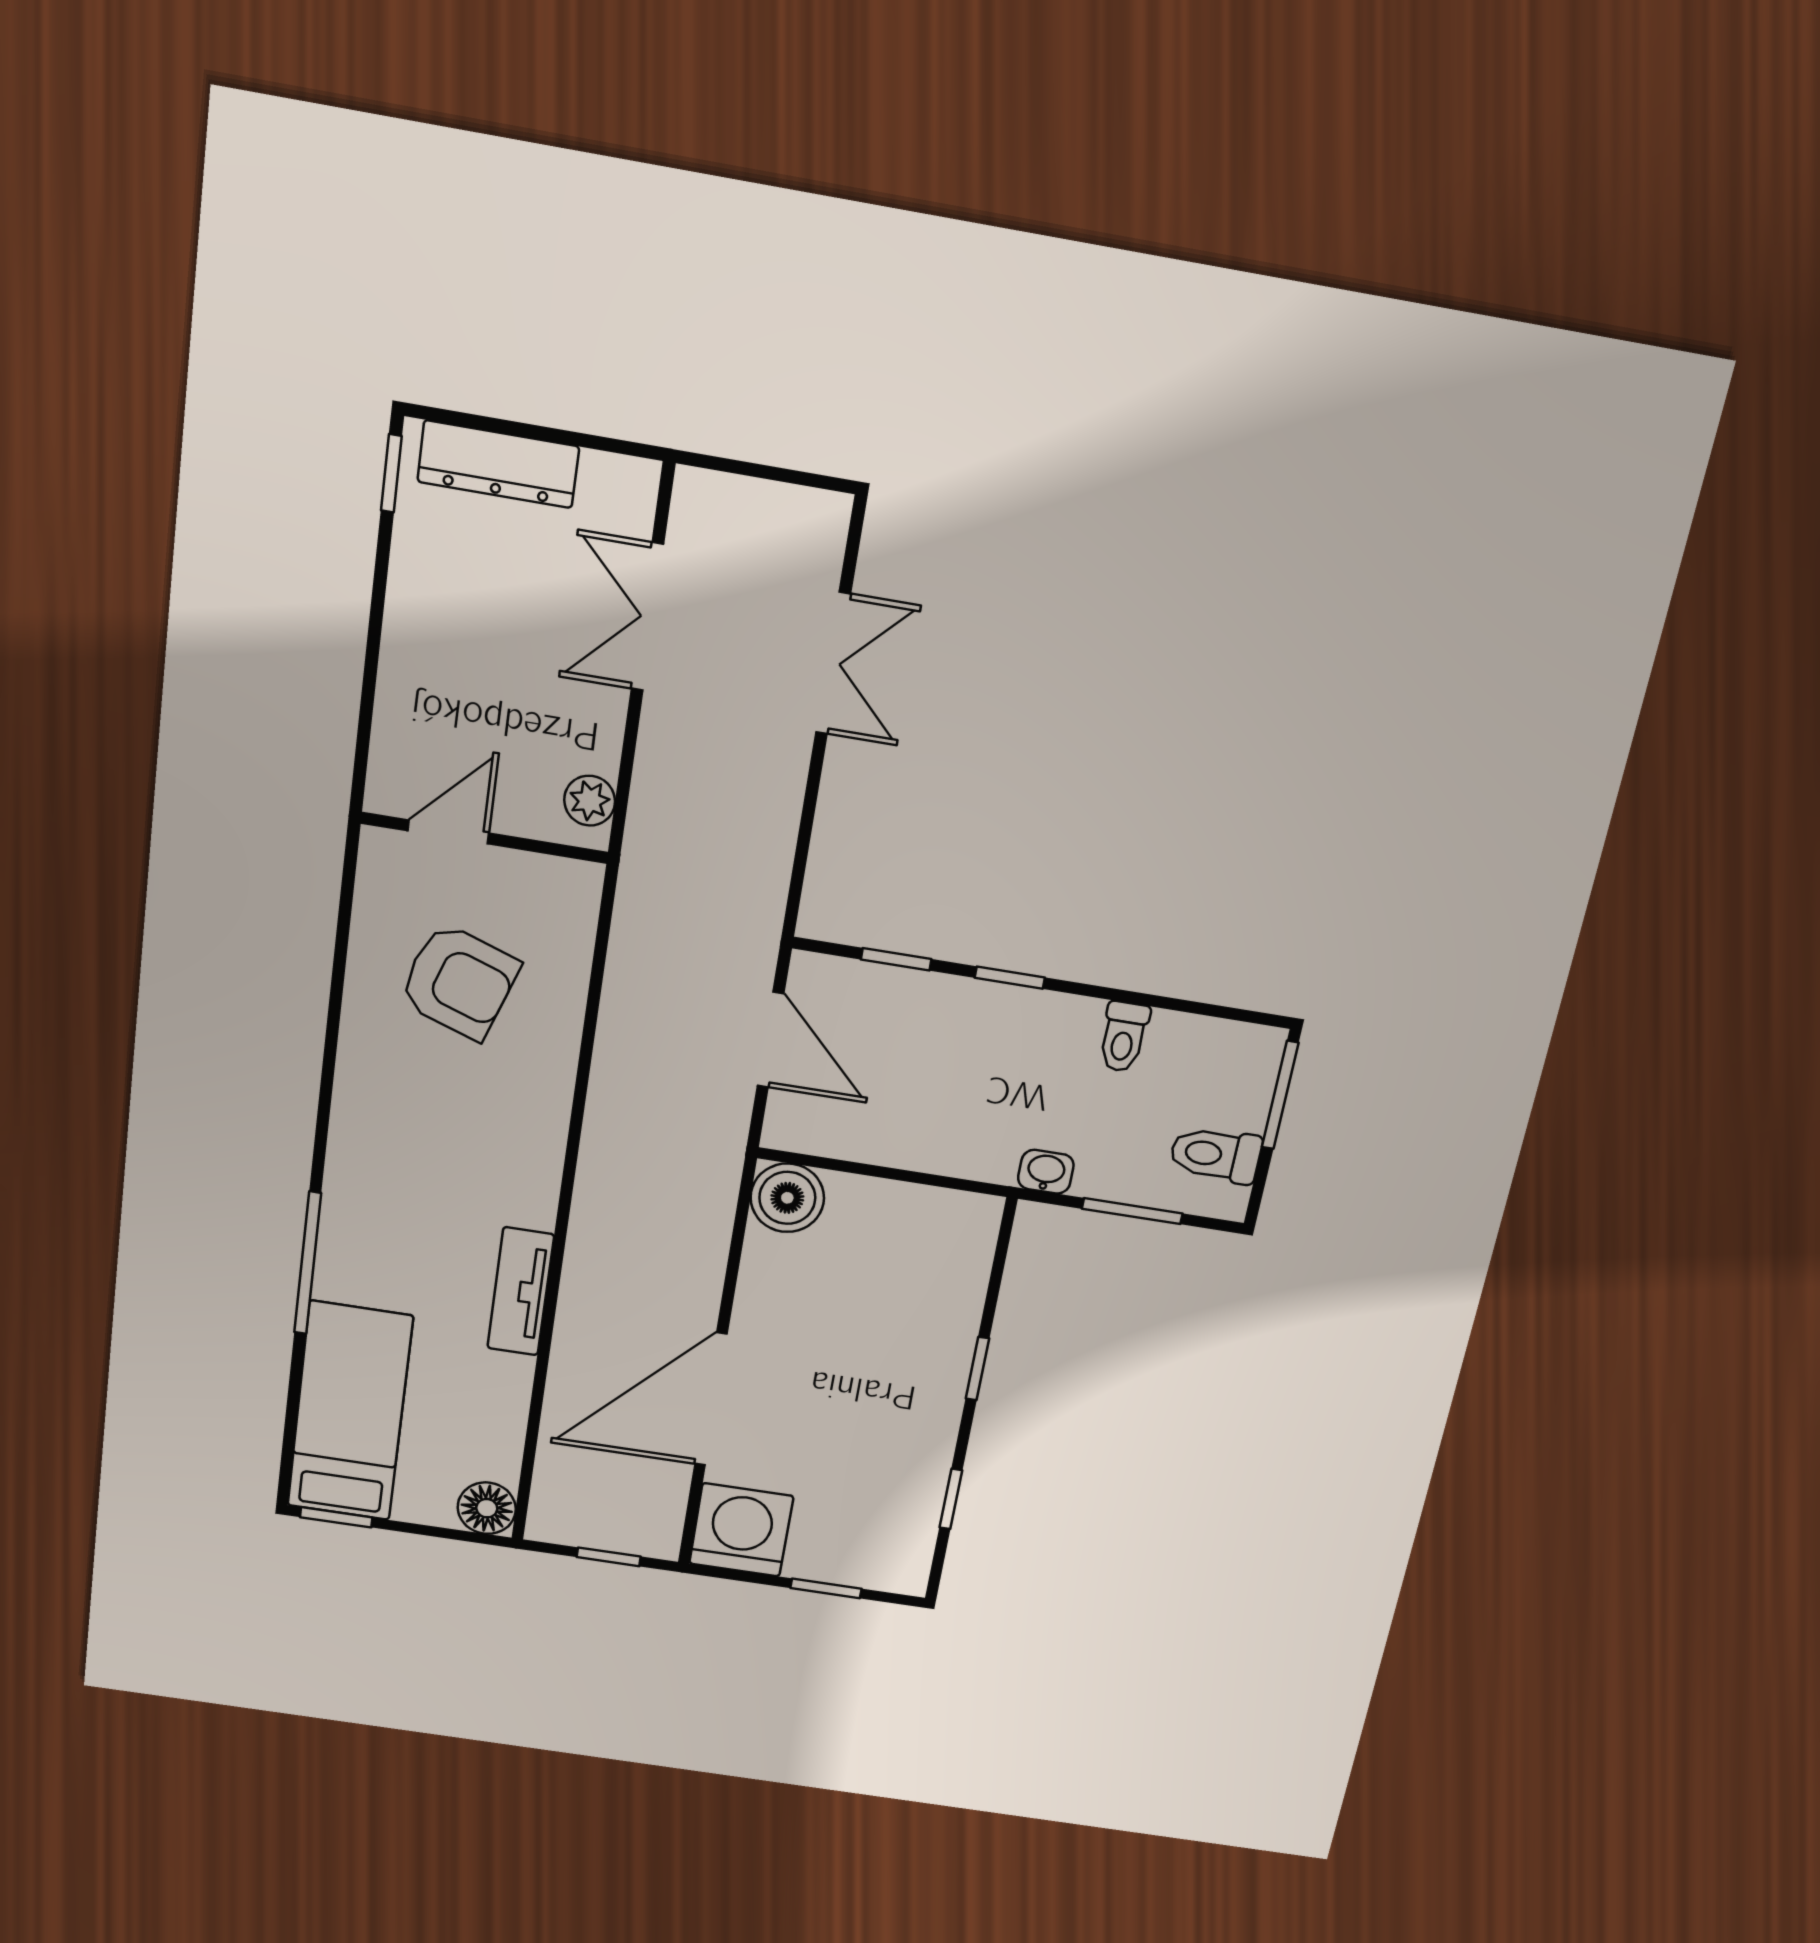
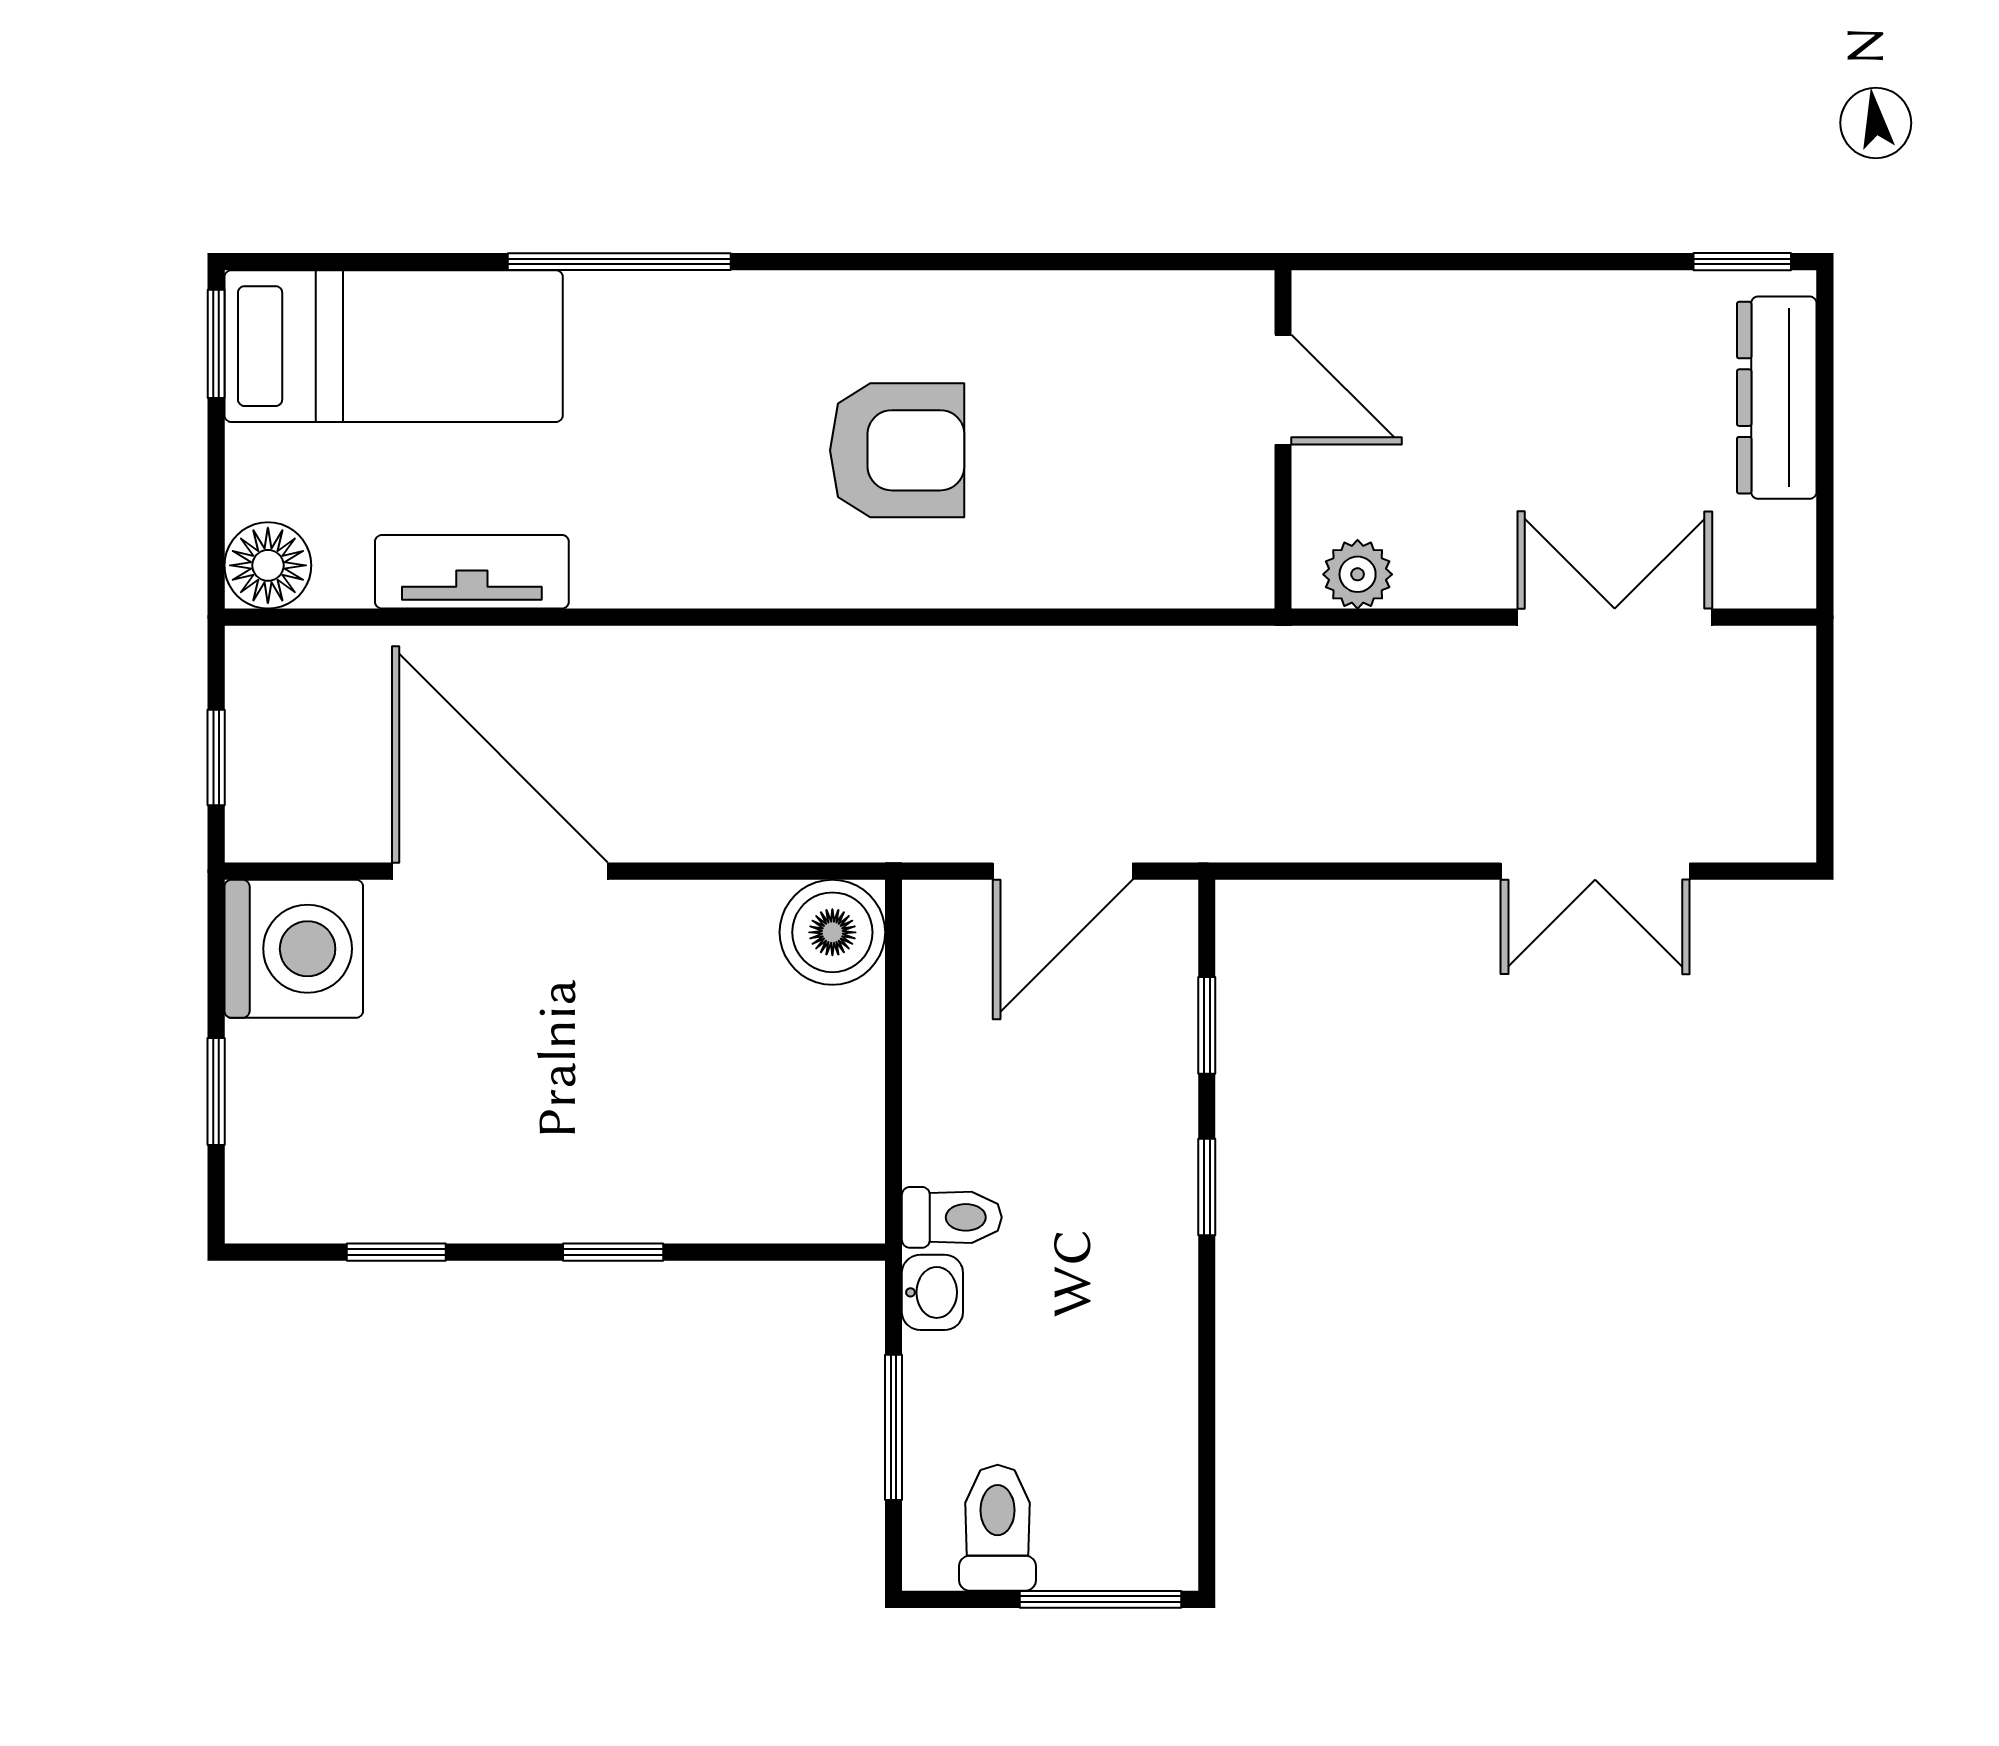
armchair: (459, 981) -> (897, 450), moved, turned -109
toilet: (1124, 1037) -> (952, 1217), moved, turned 180
tv unit: (521, 1292) -> (472, 572), moved

